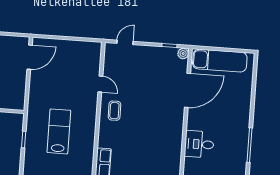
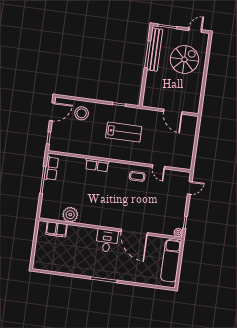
door: (125, 42) -> (190, 188), hinge flipped
door: (30, 57) -> (173, 112), moved
door: (100, 84) -> (159, 167), hinge flipped
door: (187, 90) -> (134, 232), moved

